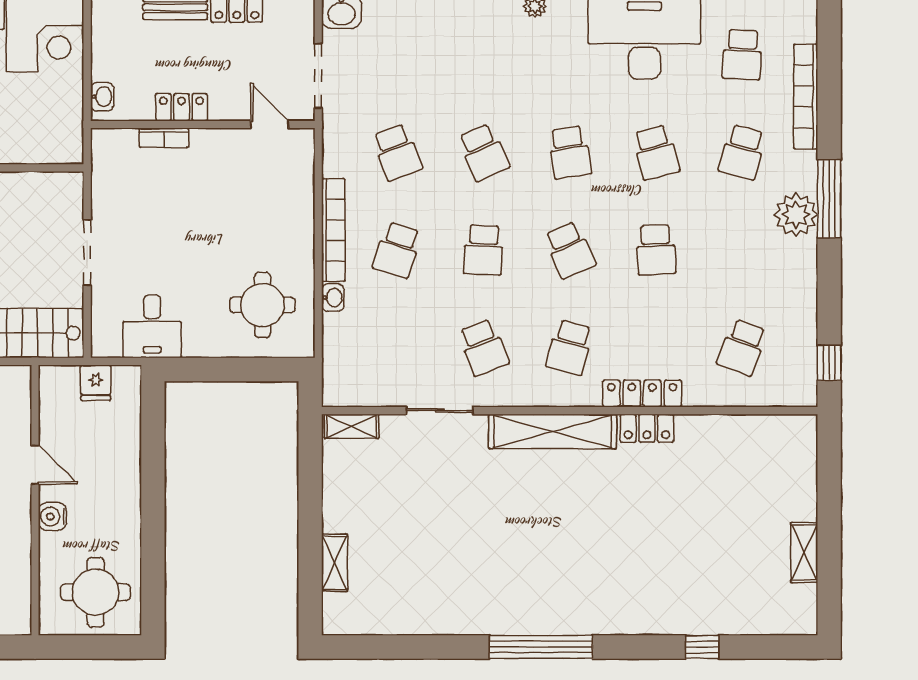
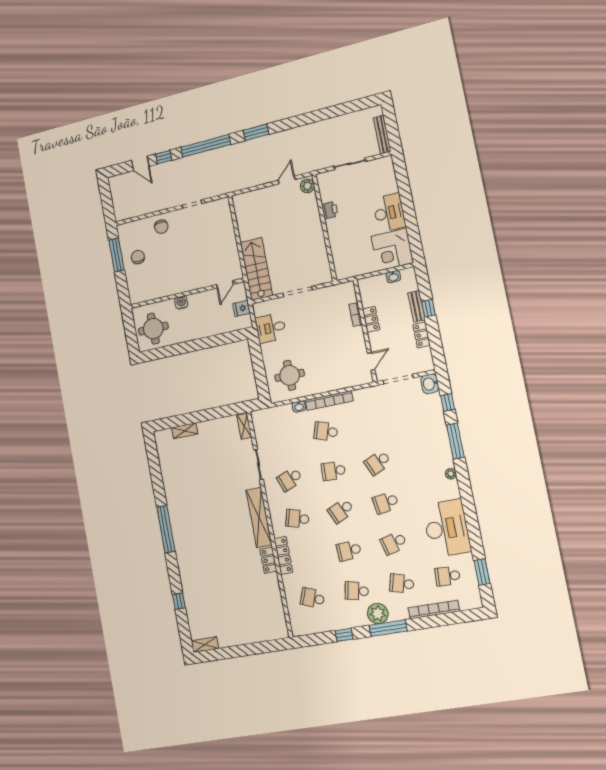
washbasin: (102, 97) -> (393, 277), moved
school desk: (397, 152) -> (357, 591), moved, turned 33
window: (829, 363) -> (344, 635), moved
door: (35, 465) -> (225, 284), moved
shelving: (804, 552) -> (205, 645), moved

